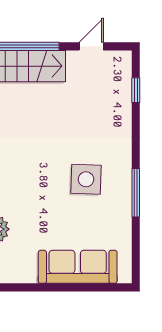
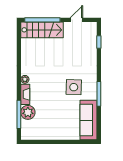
sofa: (78, 267) -> (88, 120), moved, turned -90

